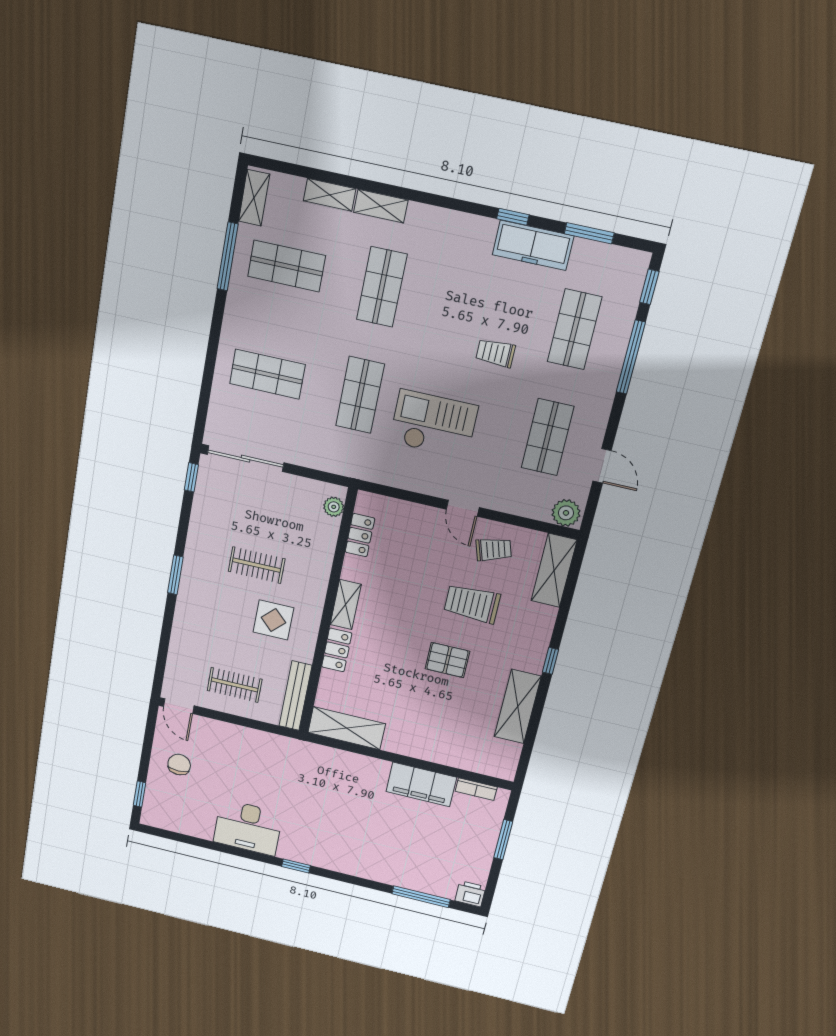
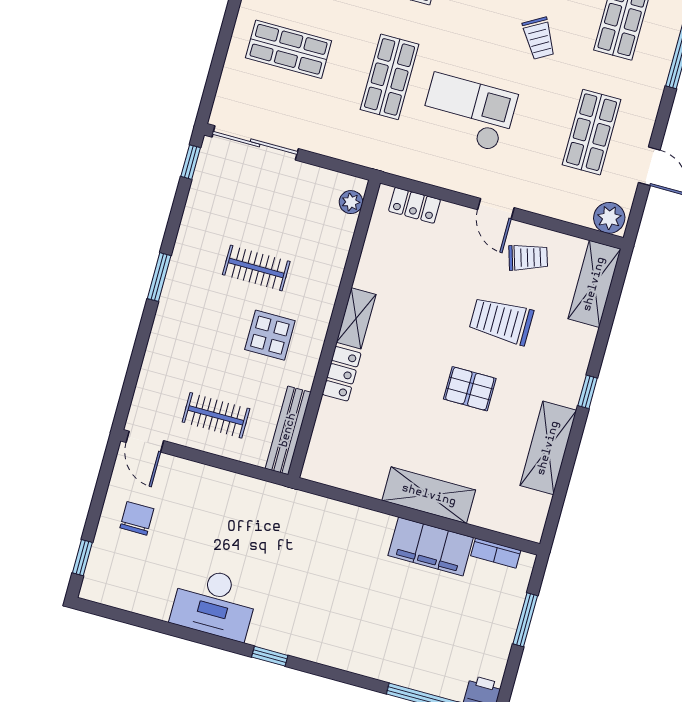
trolley: (496, 353) -> (539, 38), turned -120
locker: (360, 535) -> (414, 205), moved, turned 90
shelving: (347, 728) -> (429, 495), moved

